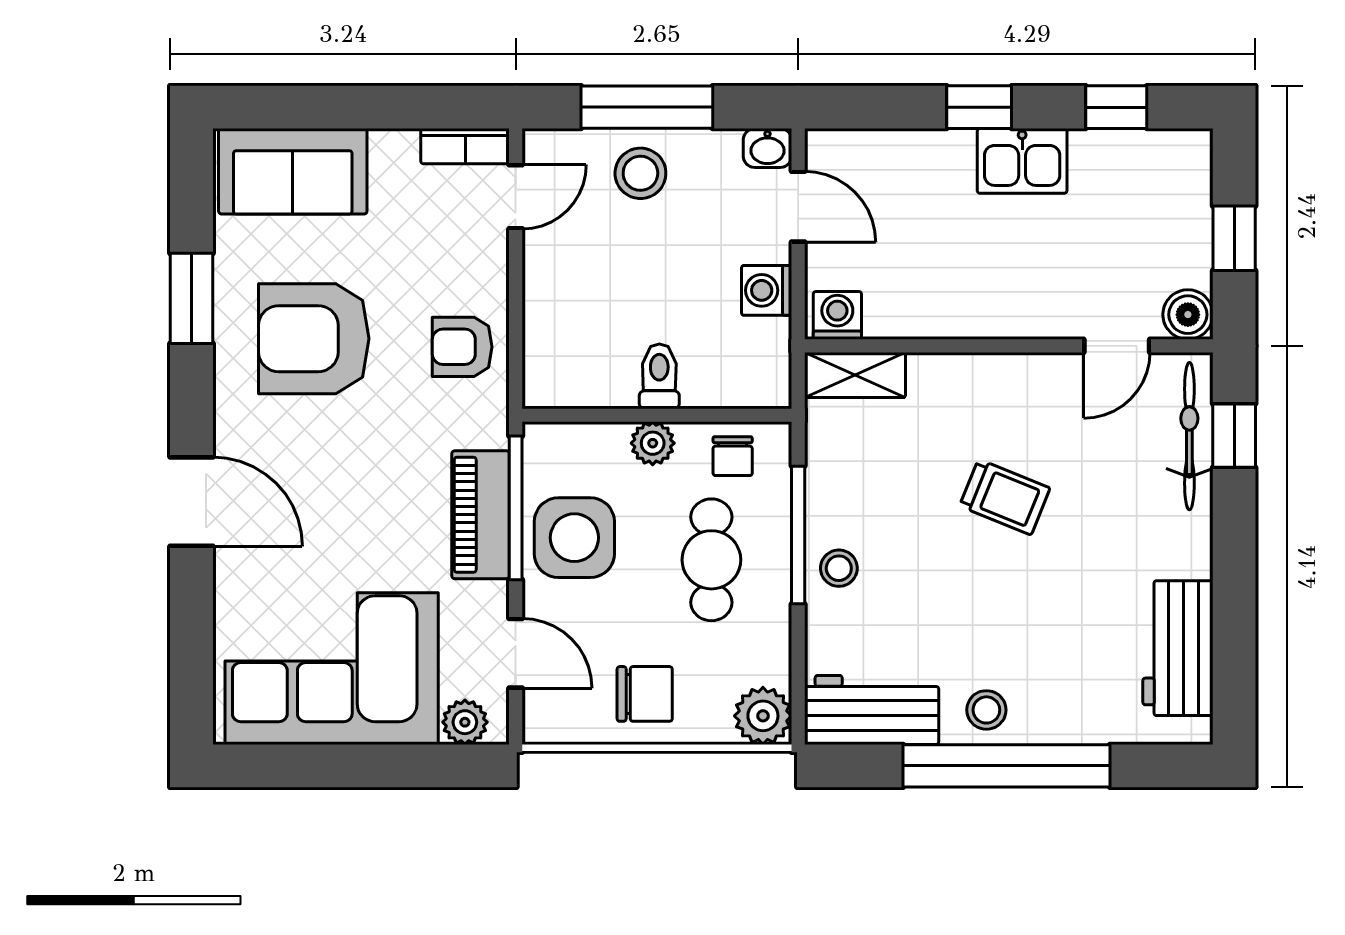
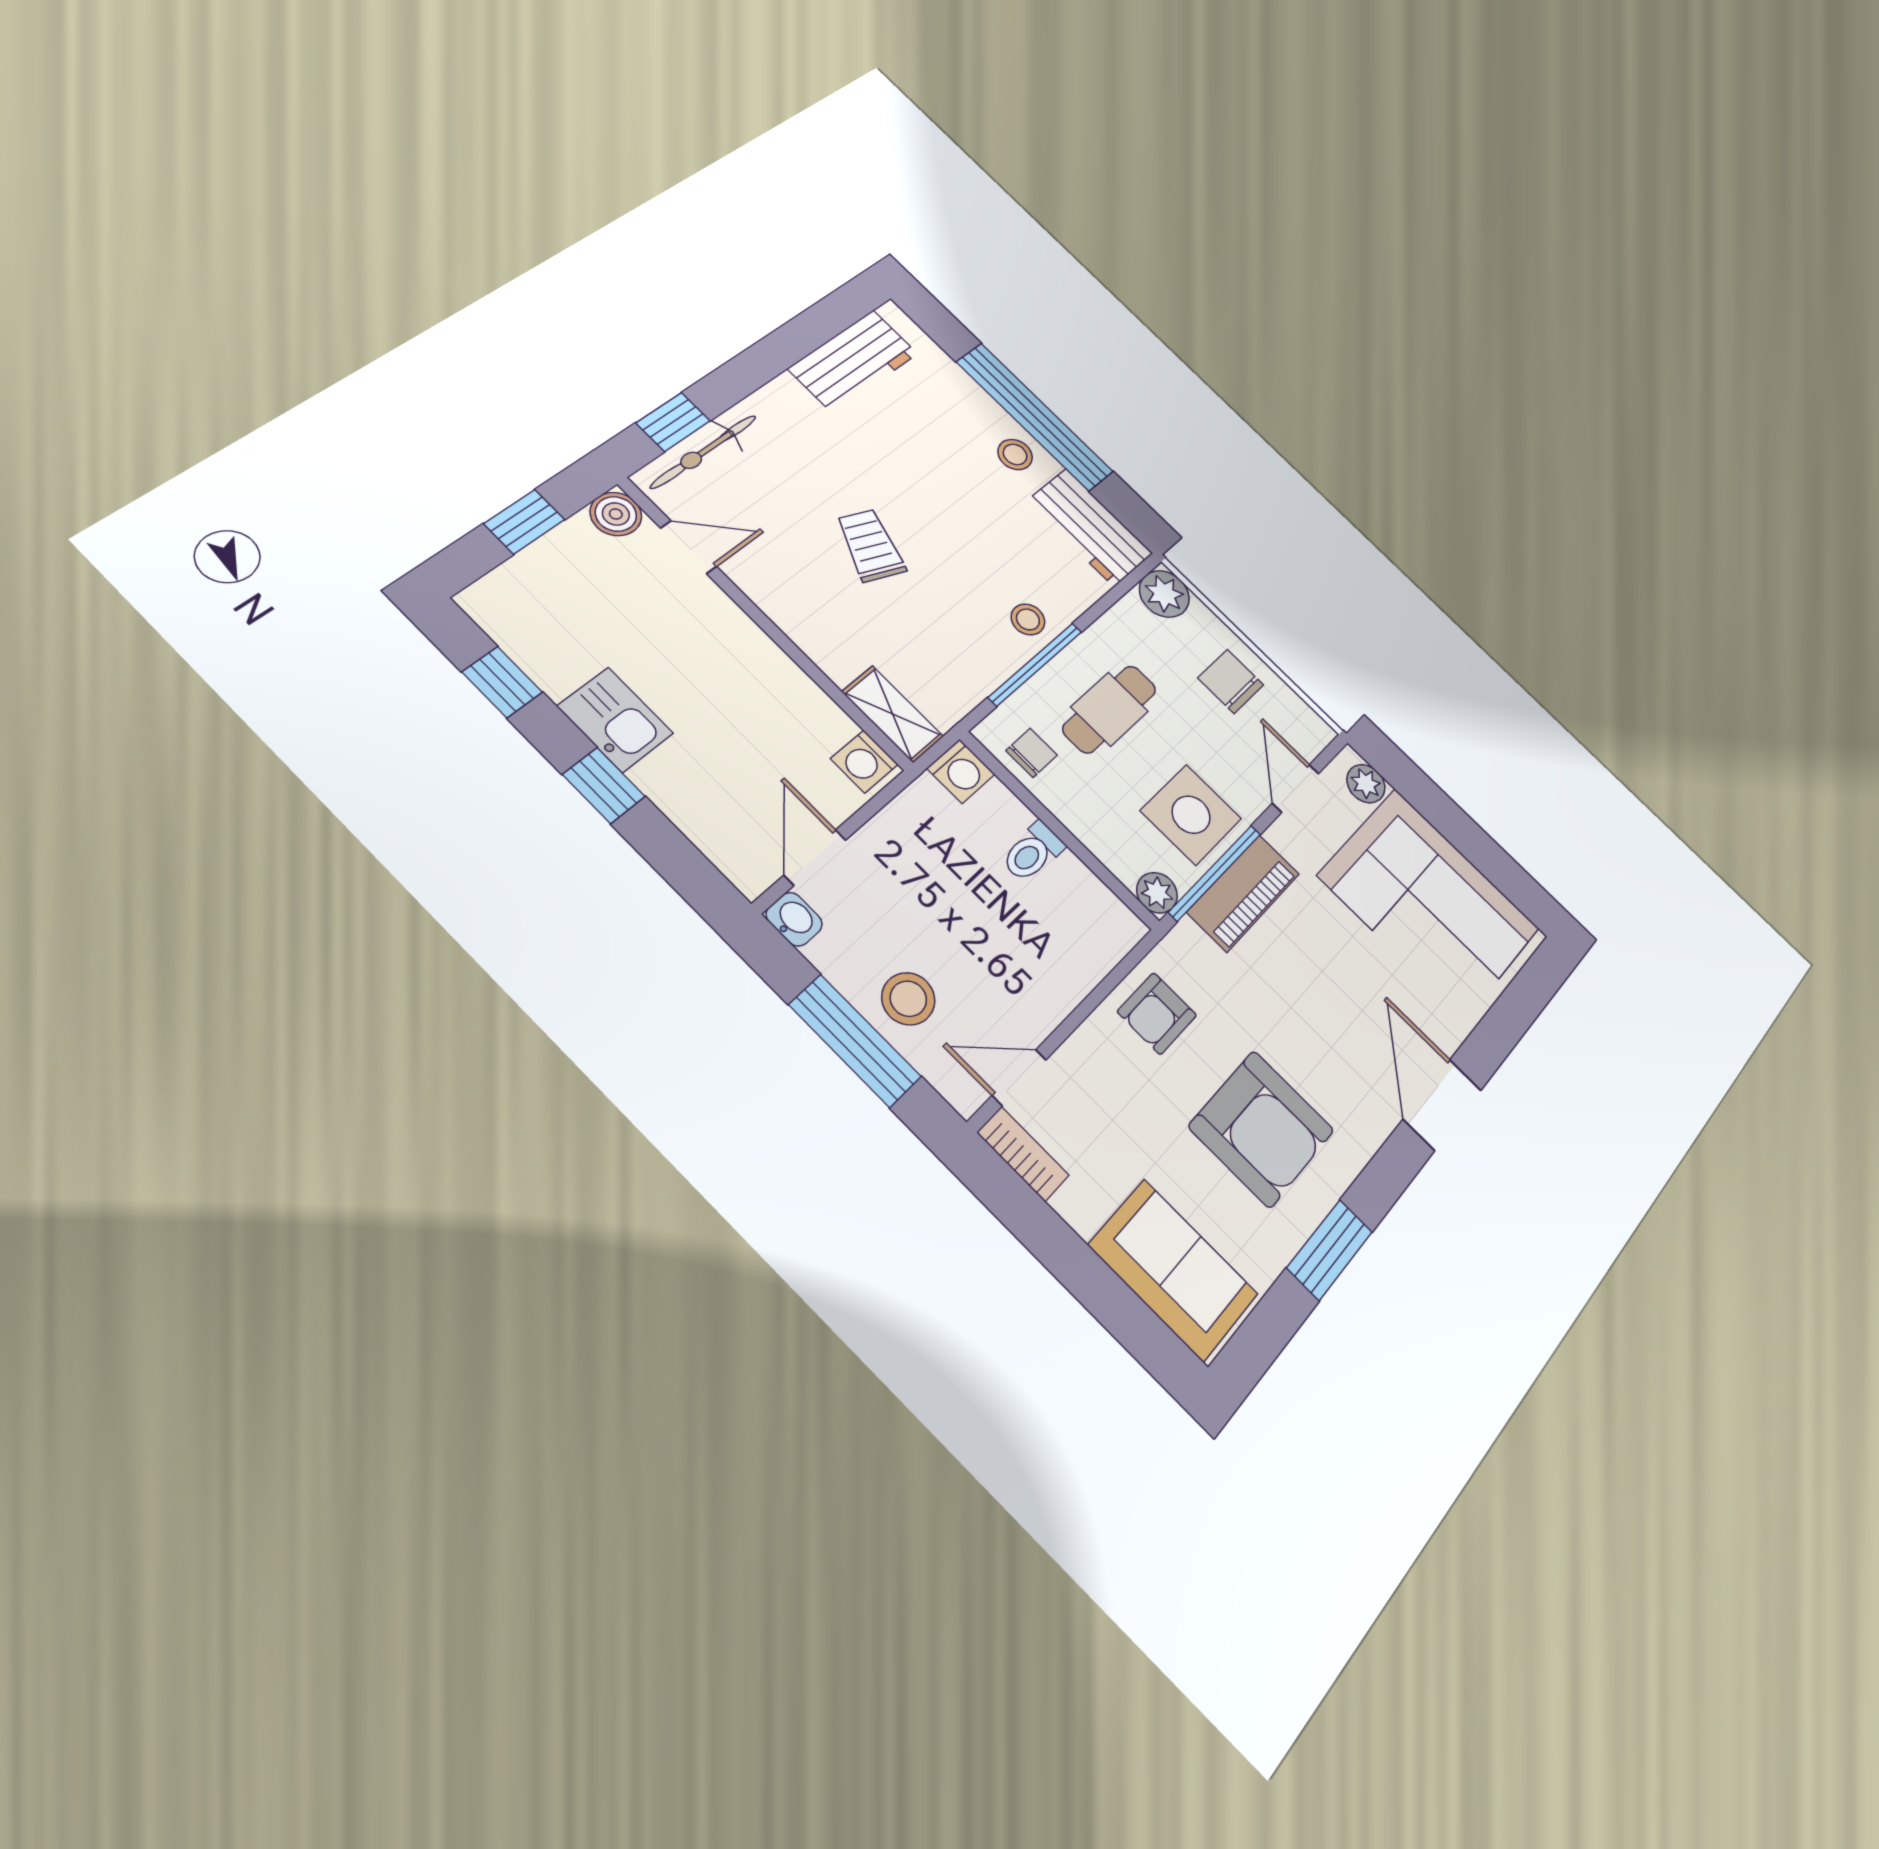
washing machine: (767, 290) -> (961, 771), moved
armchair: (462, 347) -> (1157, 1013), turned 90
plant: (653, 443) -> (1157, 893), moved

